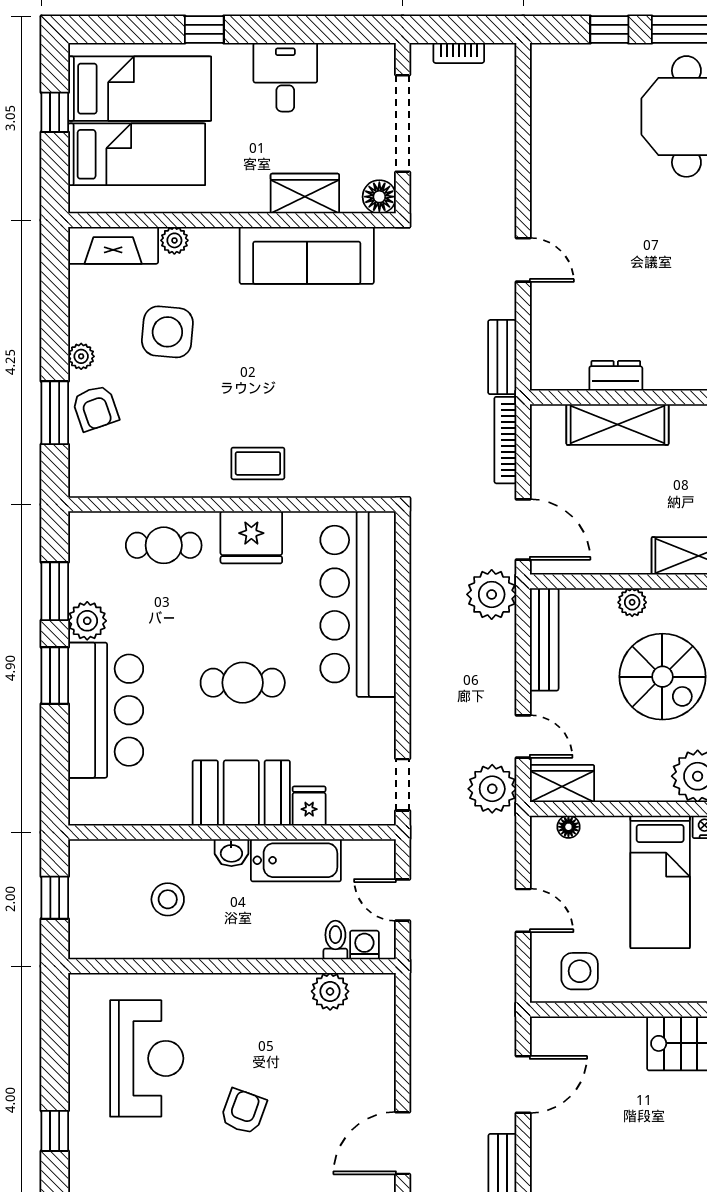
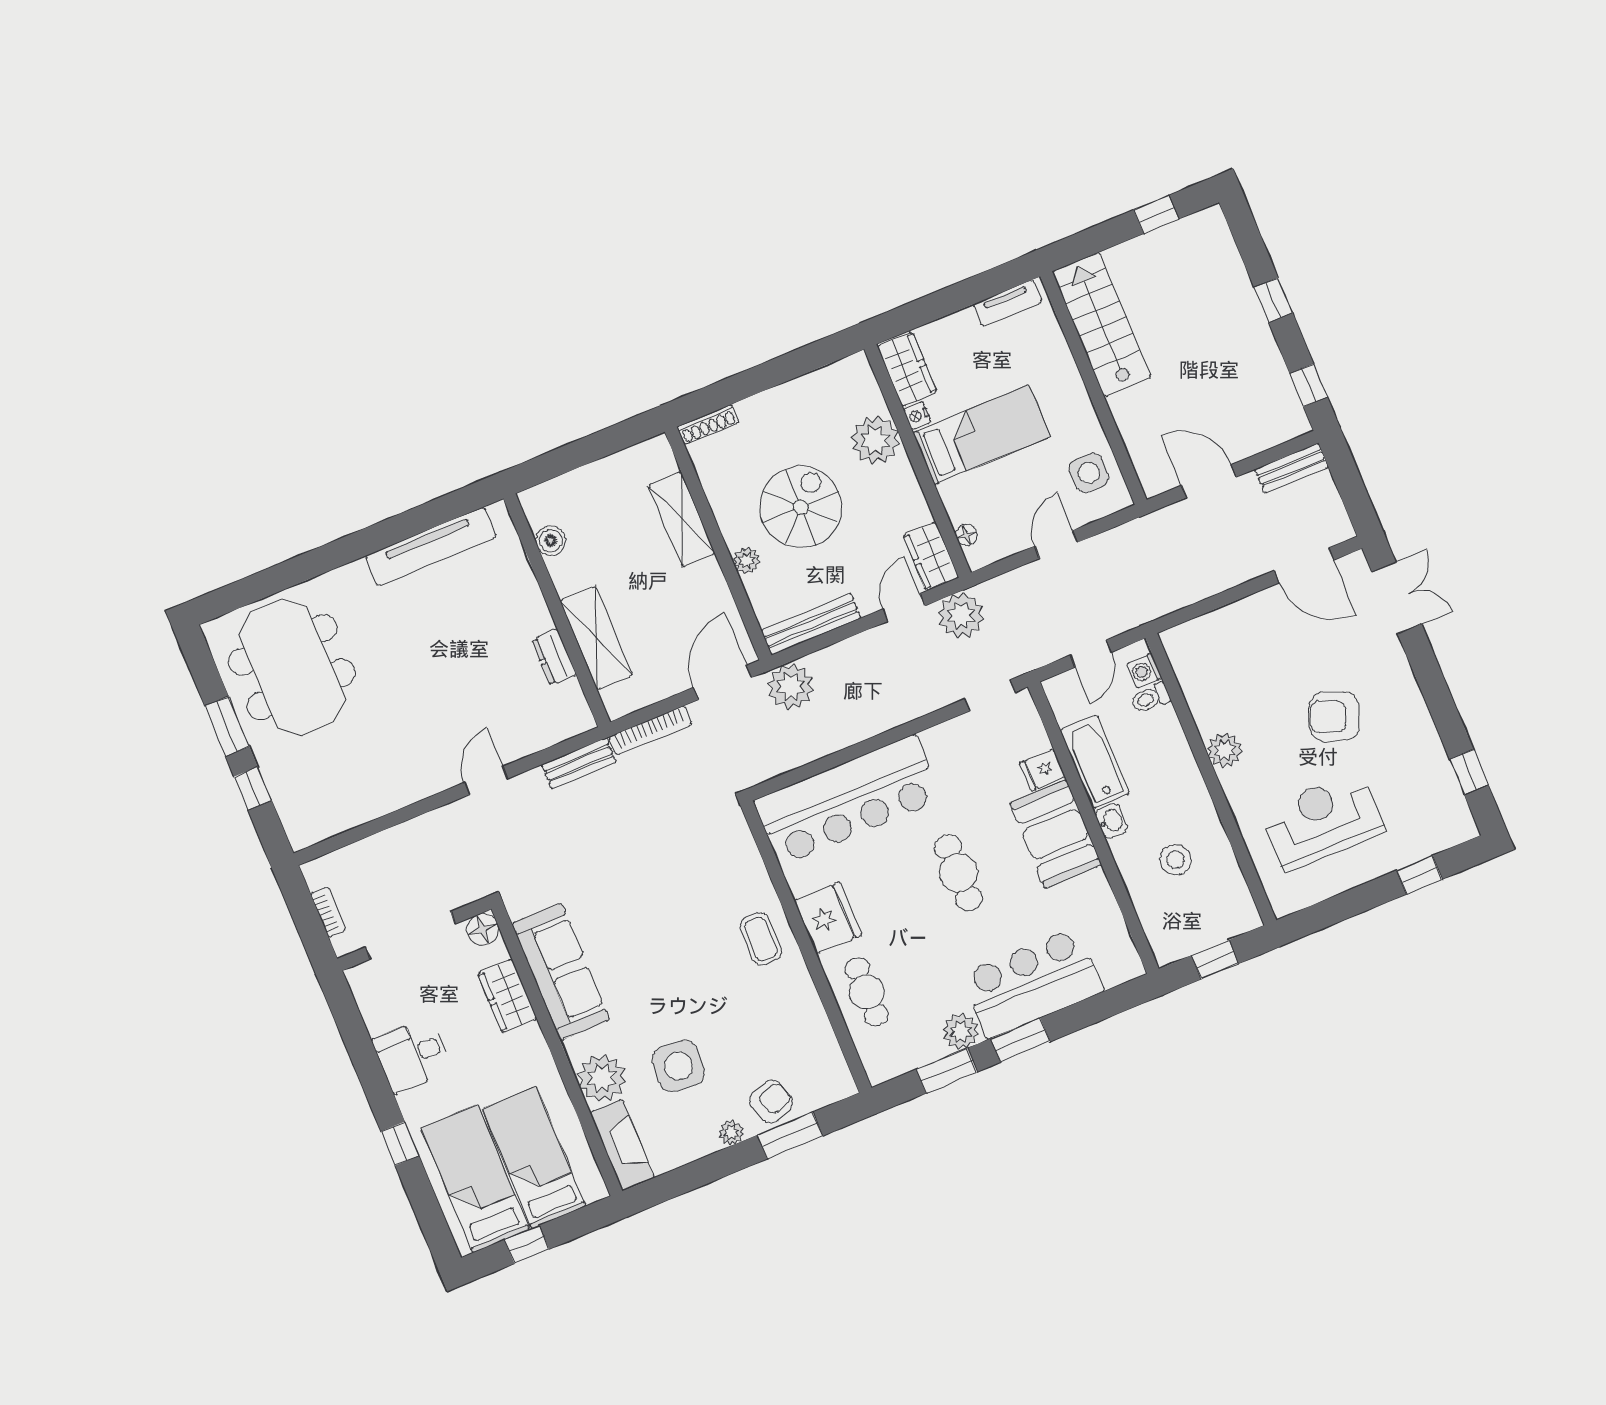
plant: (174, 240) -> (602, 1078), width x1.88, depth x1.88
plant: (330, 991) -> (1225, 750), moved
armchair: (243, 1111) -> (1334, 716), width x1.38, depth x1.38

